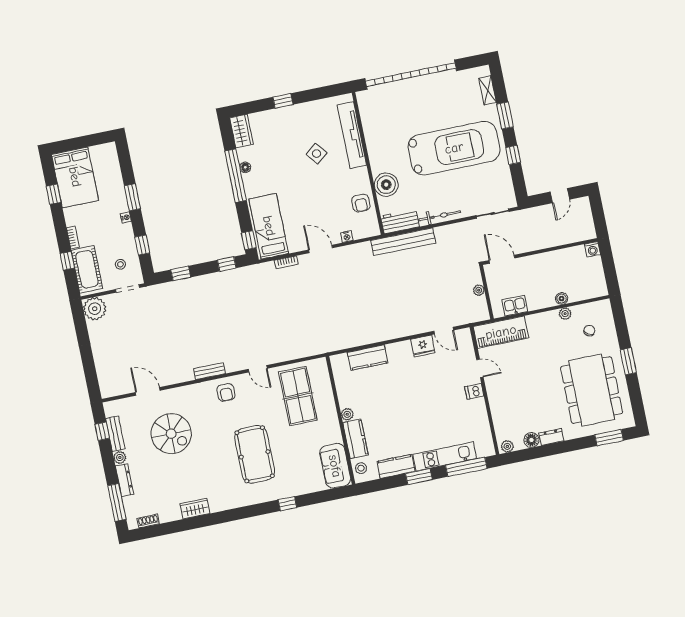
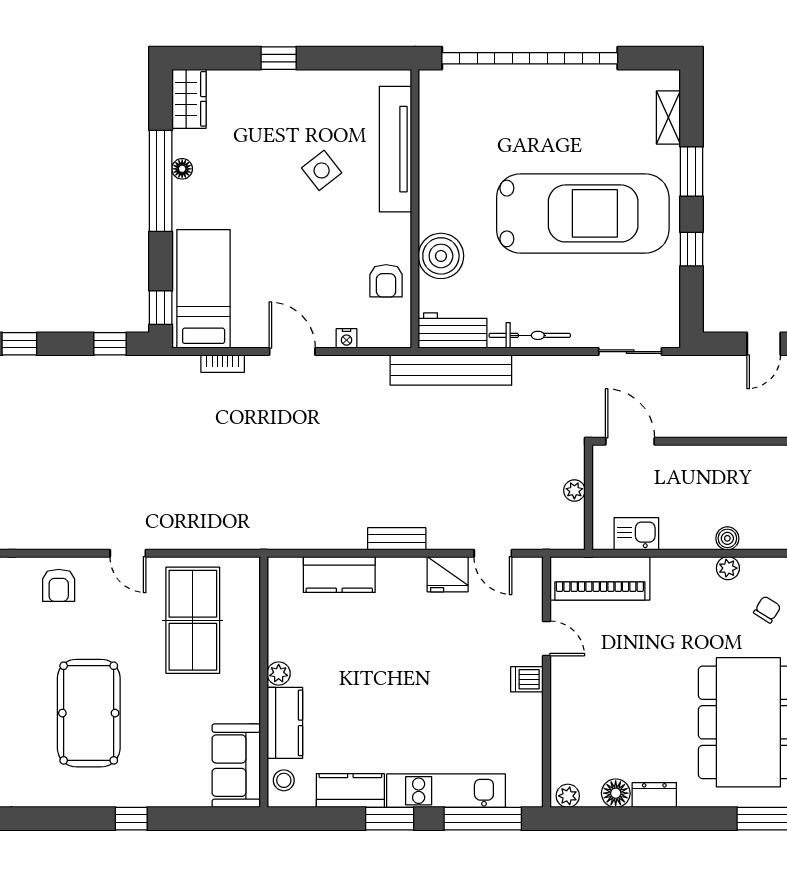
bench: (209, 371) -> (397, 539), moved

